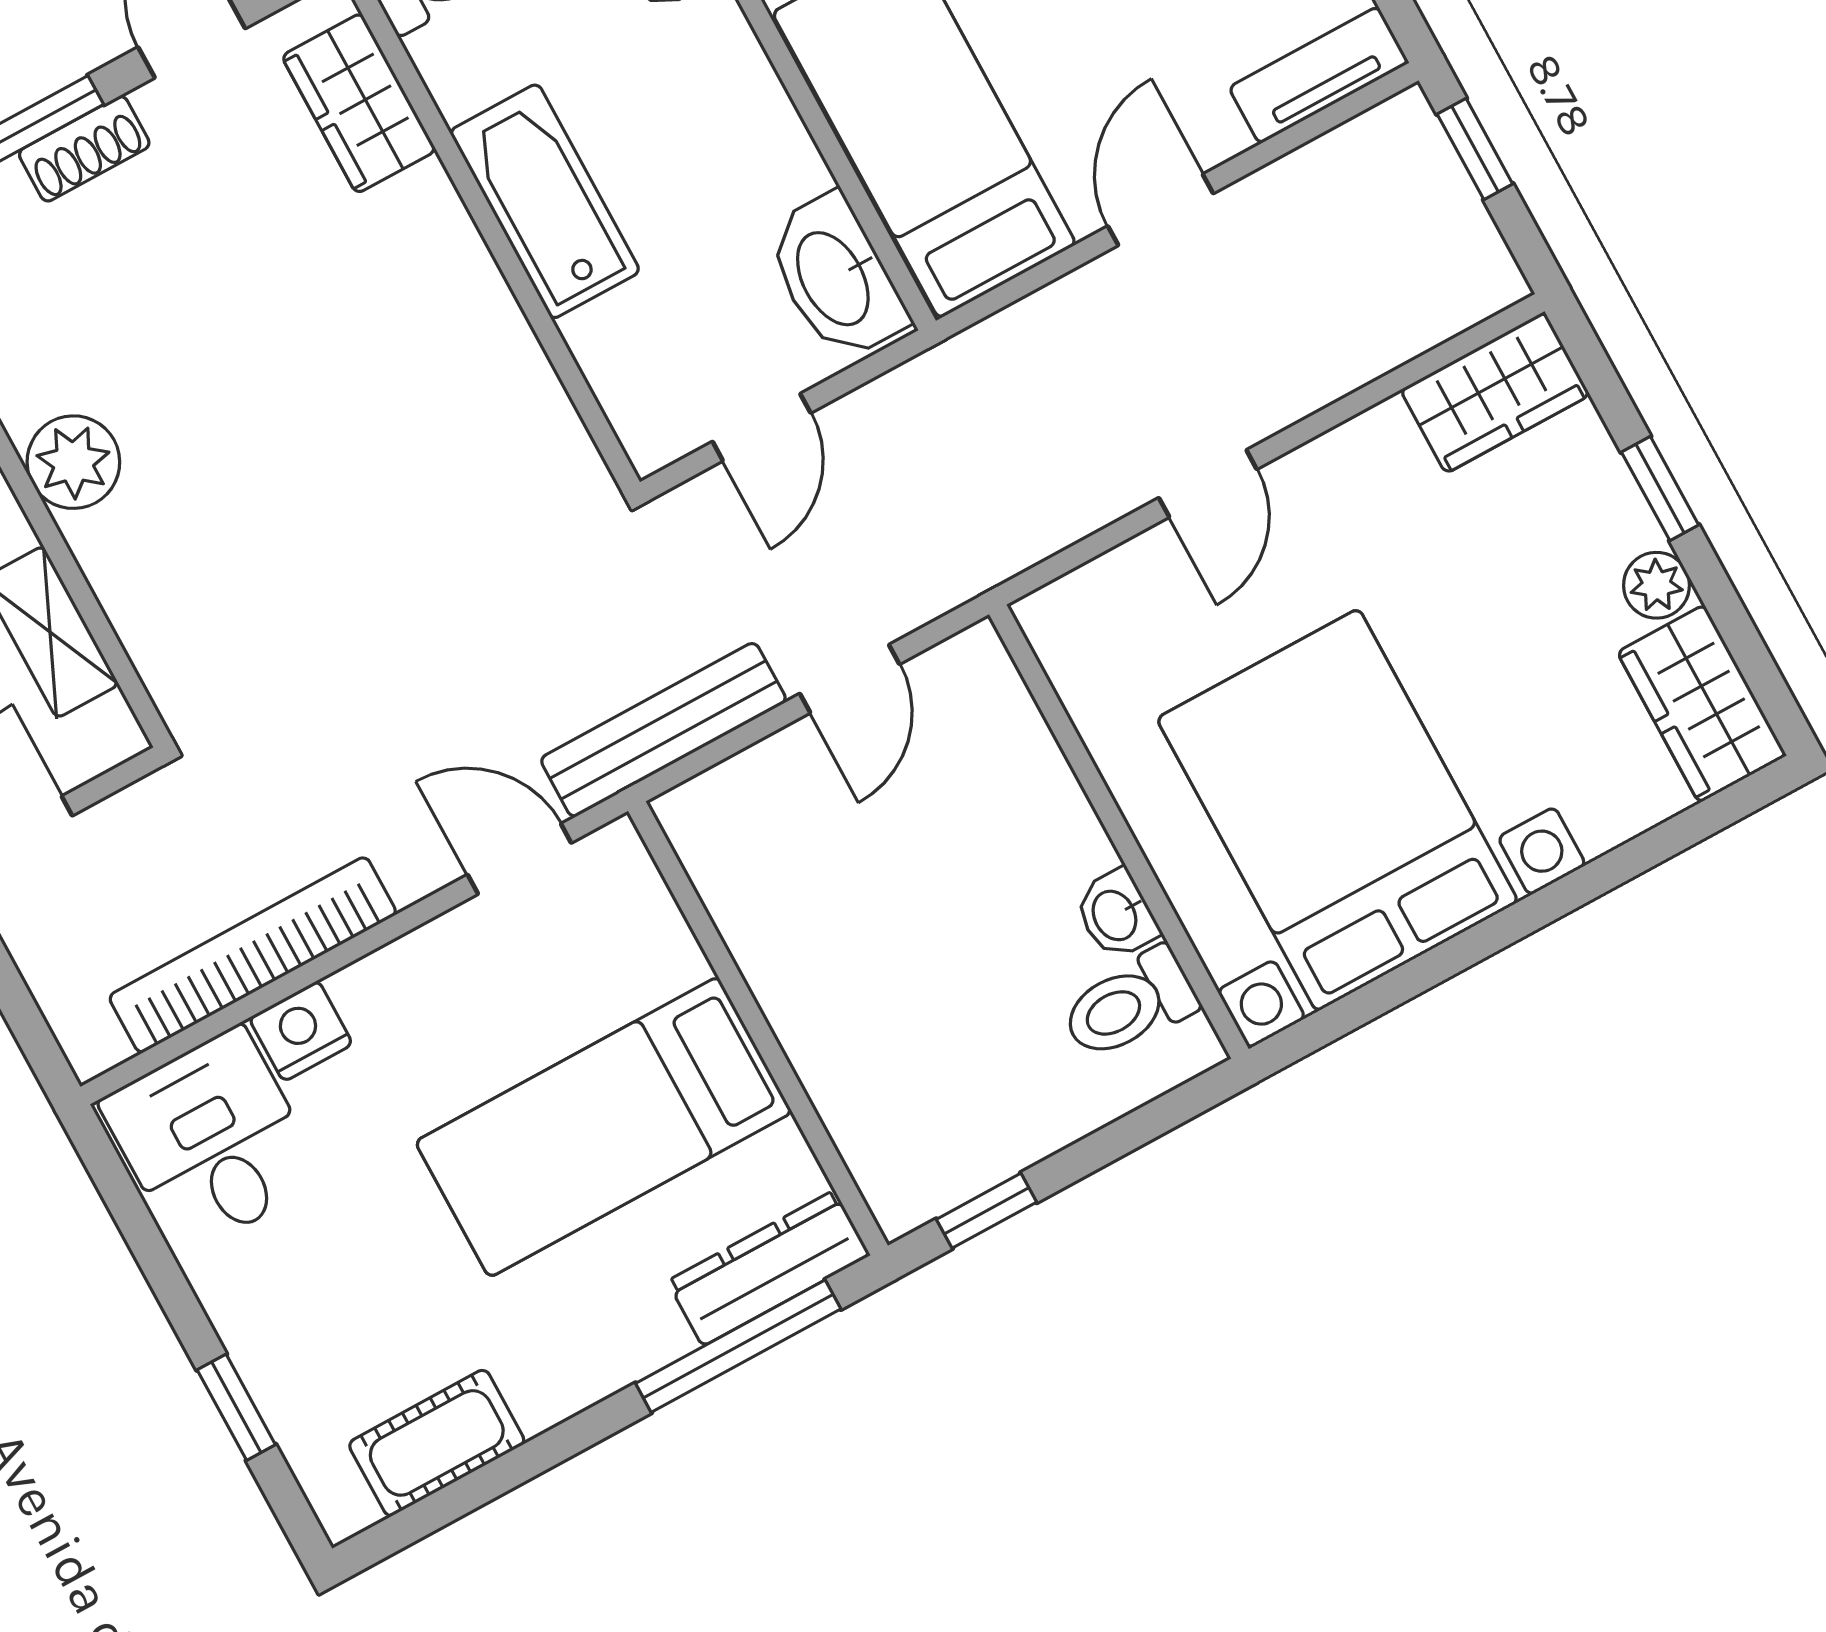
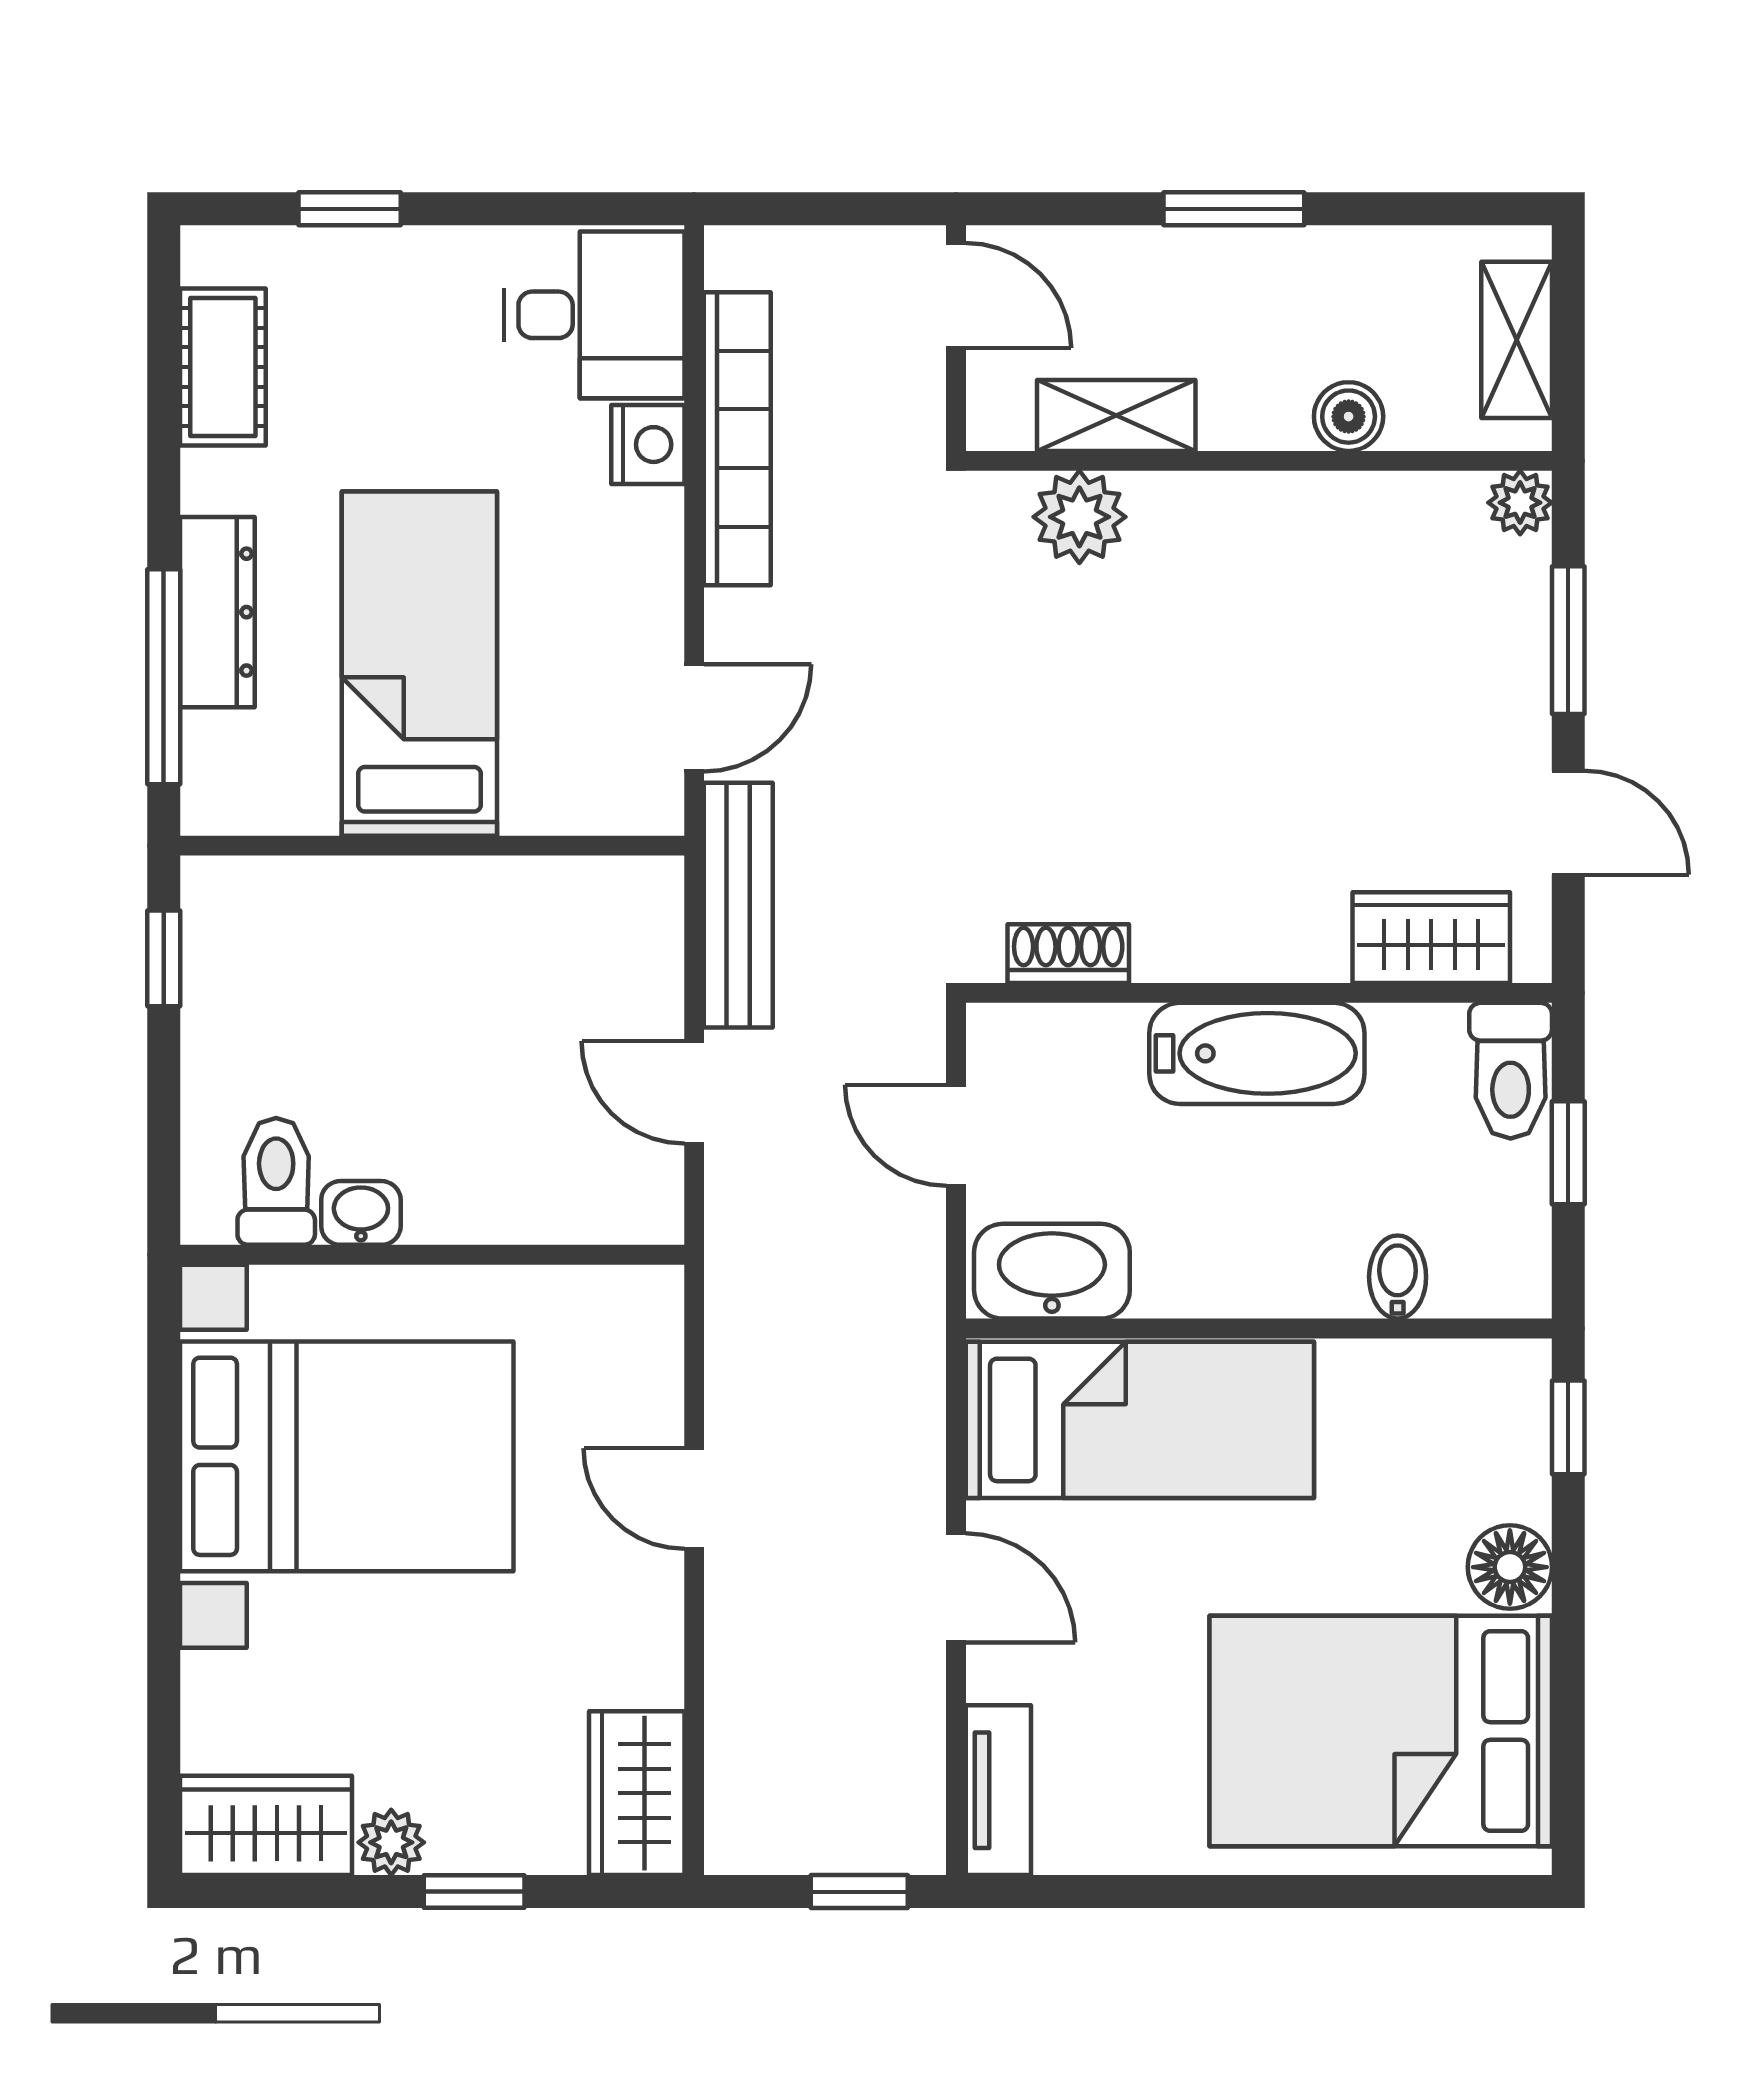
shoe rack: (84, 149) -> (1068, 954), moved, turned 90
plant: (73, 462) -> (1079, 517), moved
dresser: (769, 1268) -> (217, 612), moved

